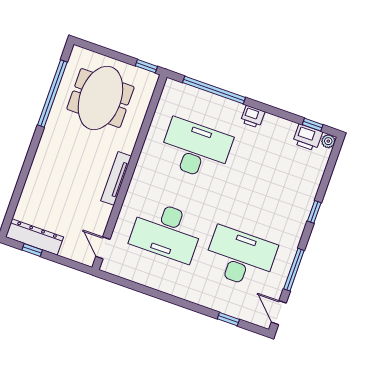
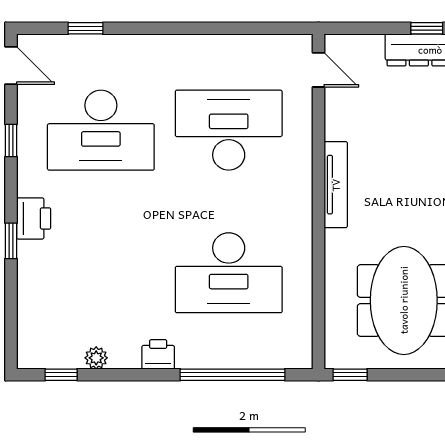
printer: (307, 138) -> (34, 218), moved, turned 90
plant: (328, 141) -> (96, 358), moved
window: (294, 270) -> (11, 140), width x0.46

